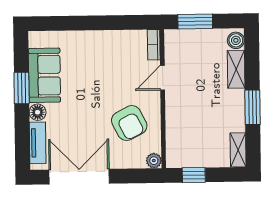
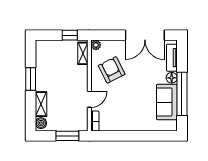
window: (22, 88) -> (182, 94), width x2.11
shelving: (238, 150) -> (83, 53), moved

